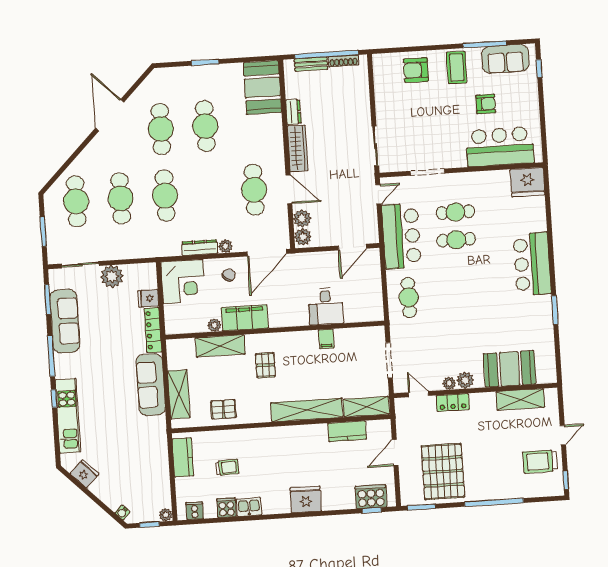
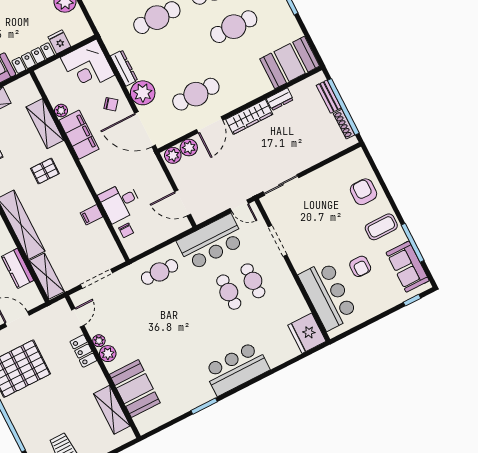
plant: (225, 246) -> (143, 93), width x1.88, depth x1.88
chair: (355, 312) -> (126, 230), added

